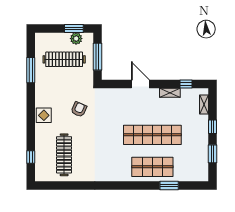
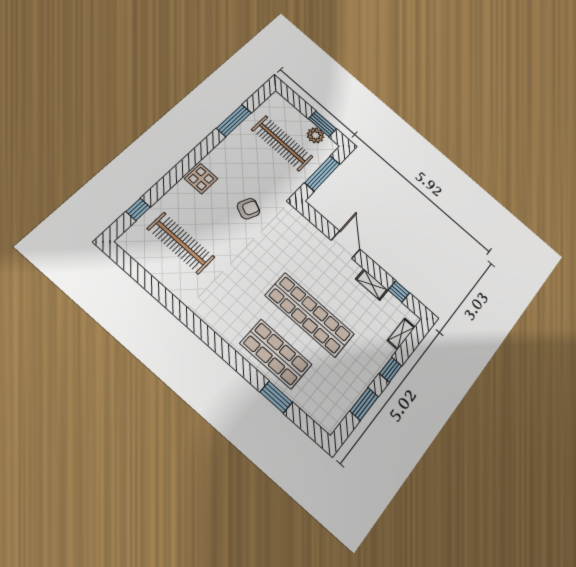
clothes rail: (64, 155) -> (181, 243), turned 90

